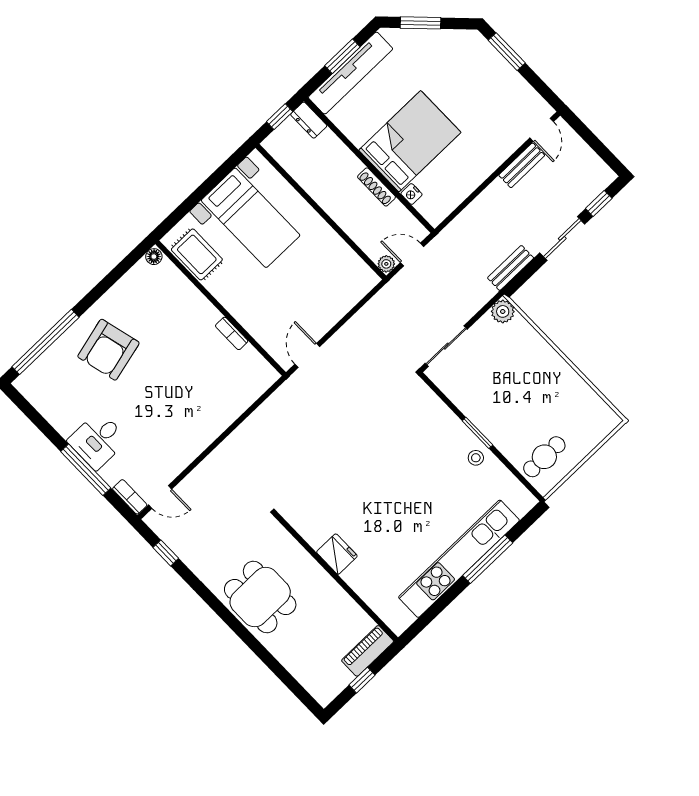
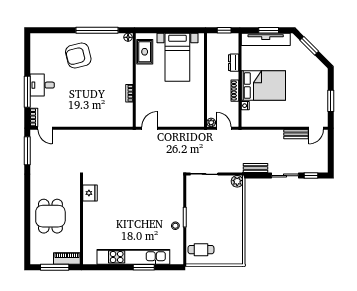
window: (507, 52) -> (331, 101), moved
dresser: (309, 120) -> (234, 63), moved
window: (45, 342) -> (97, 30), moved
window: (166, 553) -> (27, 151), width x2.17
fridge: (337, 554) -> (90, 193), moved
window: (488, 559) -> (144, 267), width x0.69
dining table: (260, 597) -> (50, 216), moved
window: (362, 680) -> (55, 267), width x2.17

